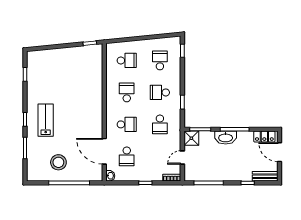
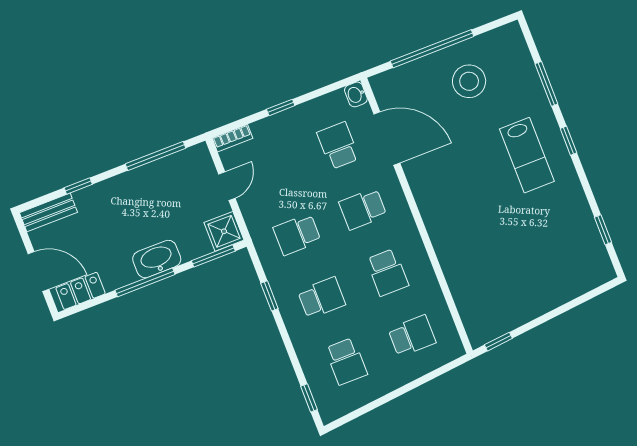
school desk: (127, 60) -> (412, 336), turned 180
school desk: (160, 124) -> (297, 234), turned -90

